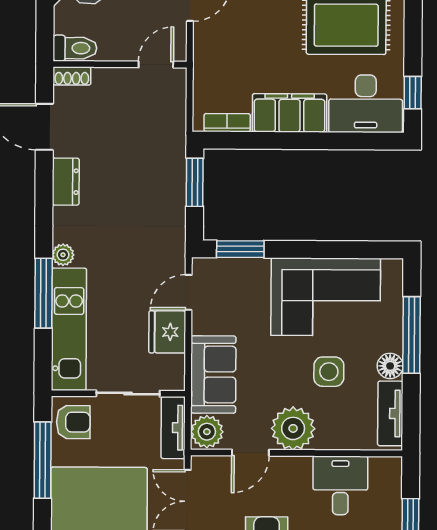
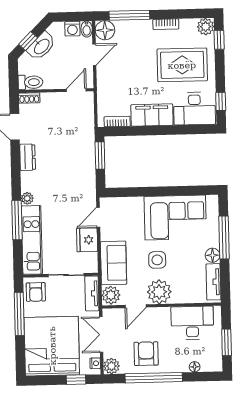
window: (240, 249) -> (127, 192), removed
side table: (329, 372) -> (157, 260), moved
armchair: (73, 422) -> (36, 292), turned 90
desk: (340, 485) -> (192, 323), width x1.37

